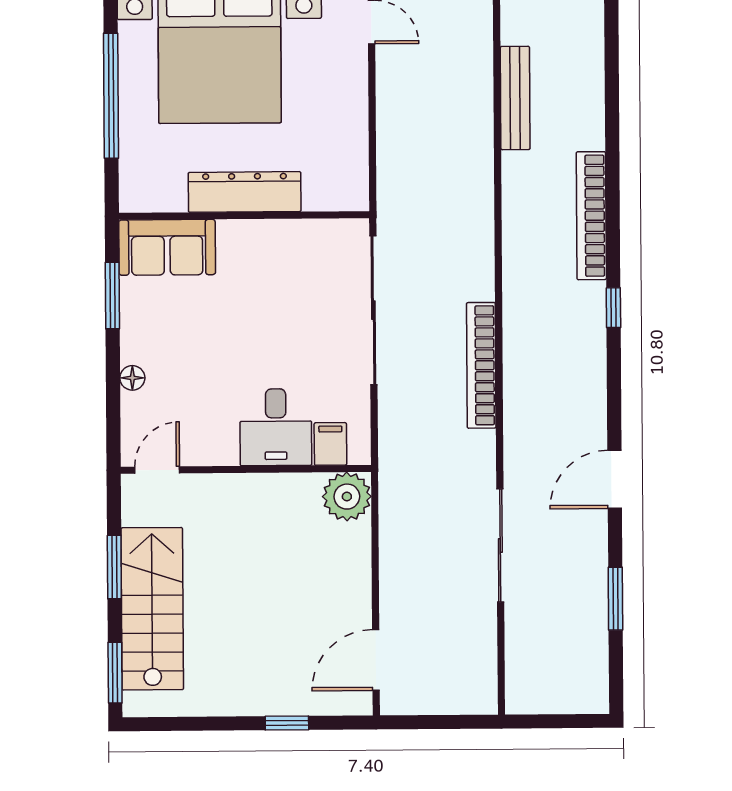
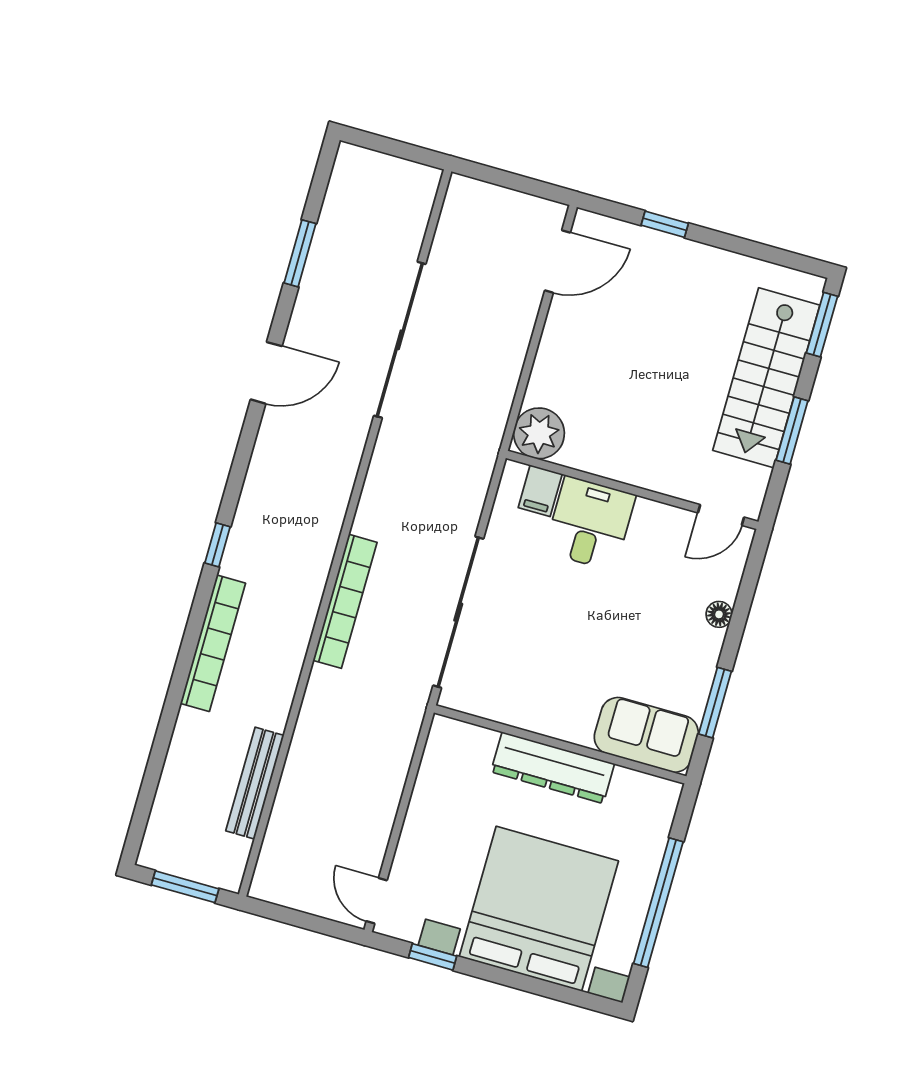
bookcase: (481, 365) -> (345, 601), moved
sliding door: (500, 546) -> (400, 340), width x1.36

